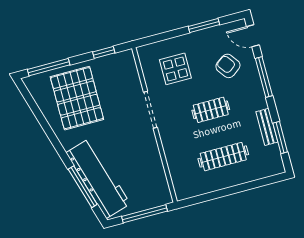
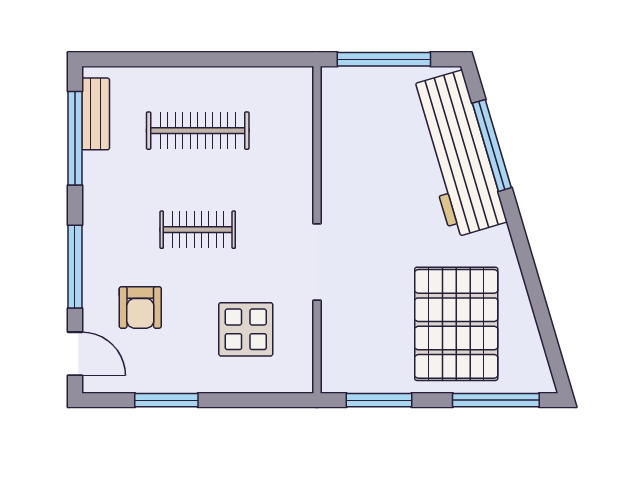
window: (104, 52) -> (379, 400), width x1.50
armchair: (228, 66) -> (140, 307), turned 36
bench: (267, 127) -> (96, 114), moved
window: (280, 137) -> (75, 138), width x1.44

